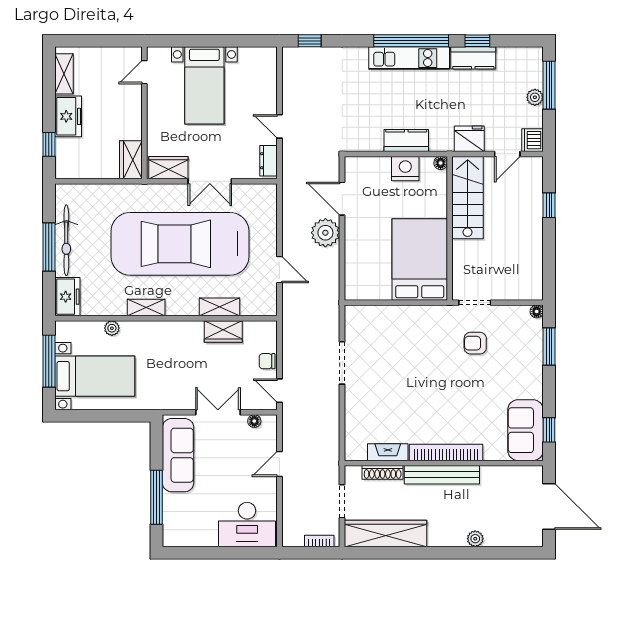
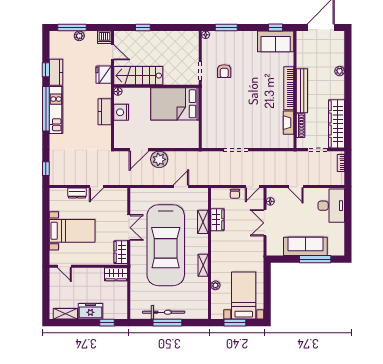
dresser: (268, 161) -> (77, 193), moved
freezer: (67, 297) -> (197, 312), removed
window: (49, 361) -> (235, 323), width x0.69
sofa: (178, 455) -> (305, 246), moved

